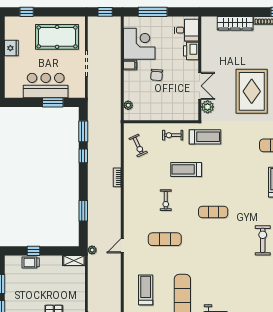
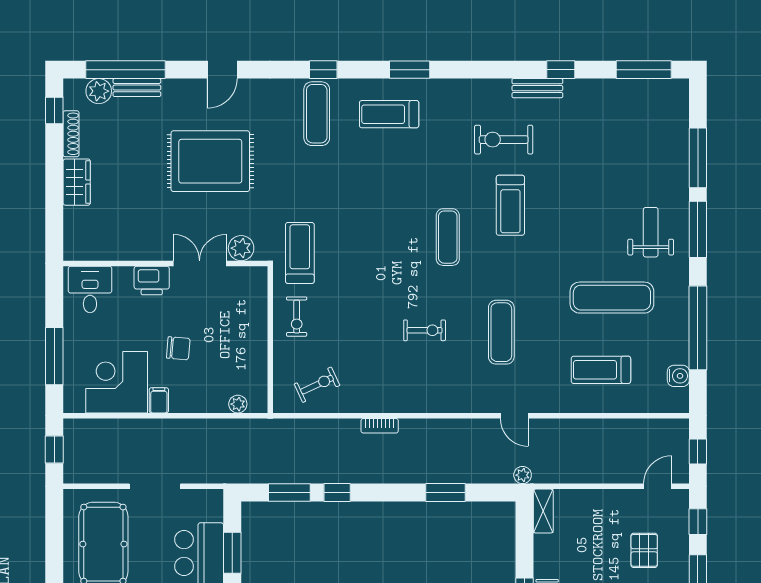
wardrobe: (235, 23) -> (77, 182), width x0.67
printer: (191, 51) -> (152, 281), moved
treadmill: (186, 169) -> (510, 205), moved

